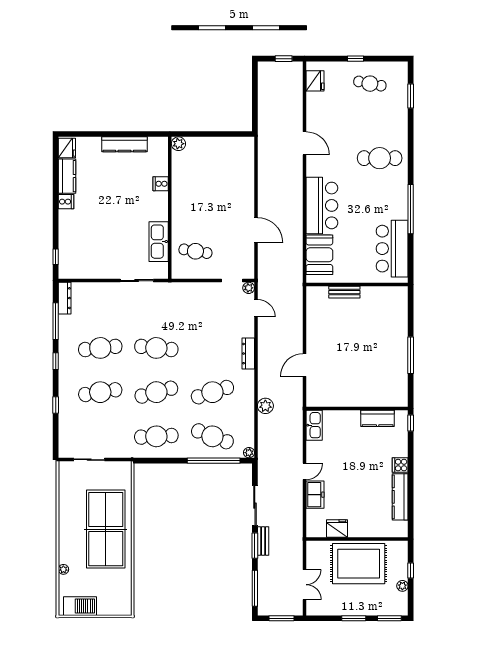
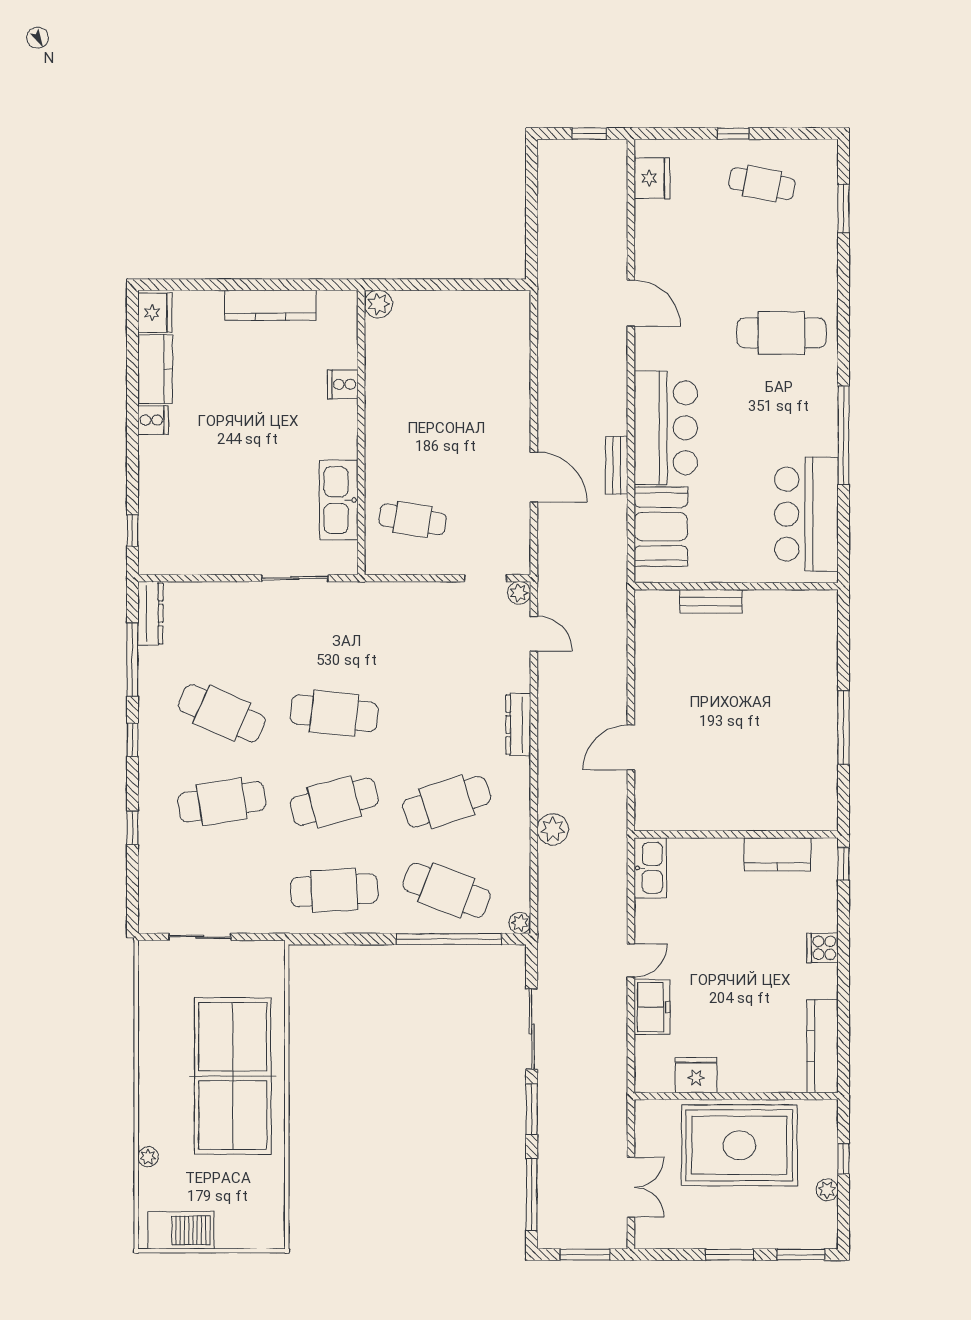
cafe table: (100, 348) -> (222, 713), turned 30
kitchen counter: (400, 497) -> (823, 1046), moved
bench: (263, 541) -> (617, 465), moved

